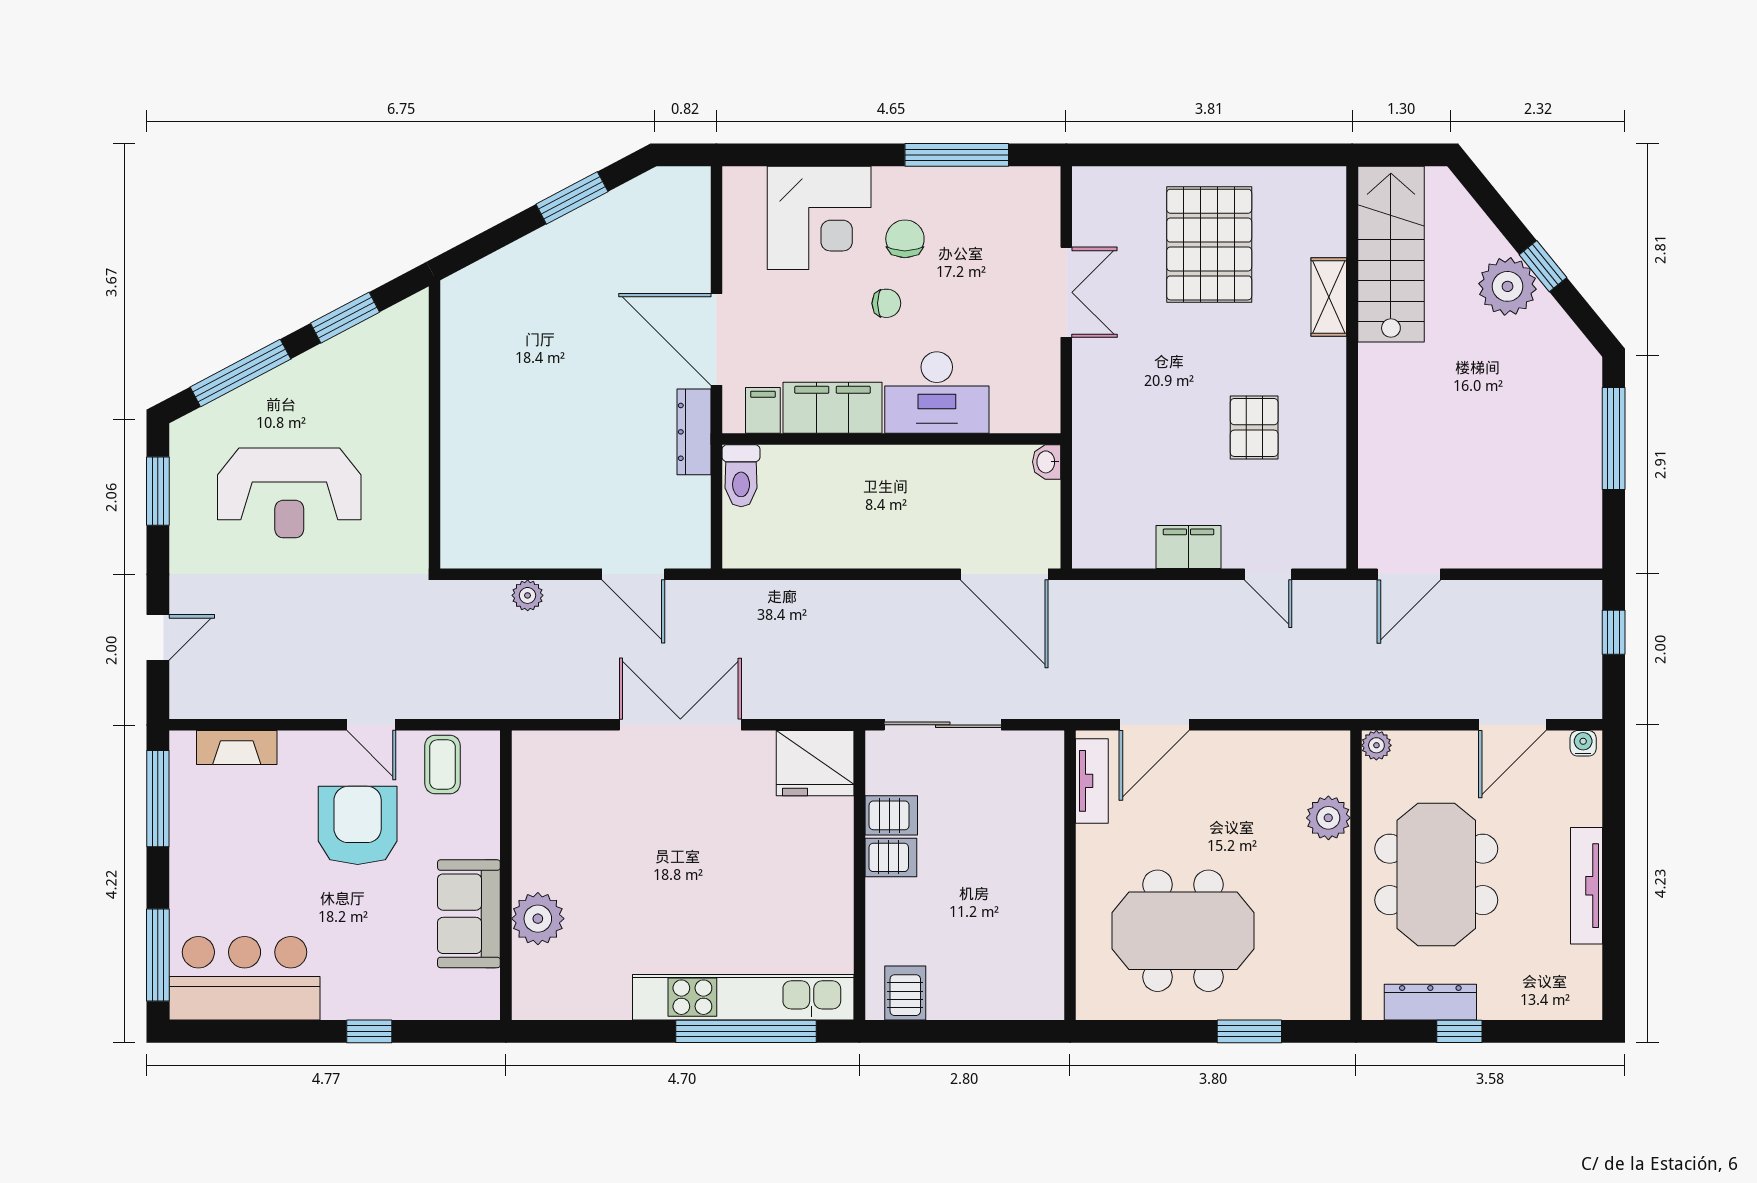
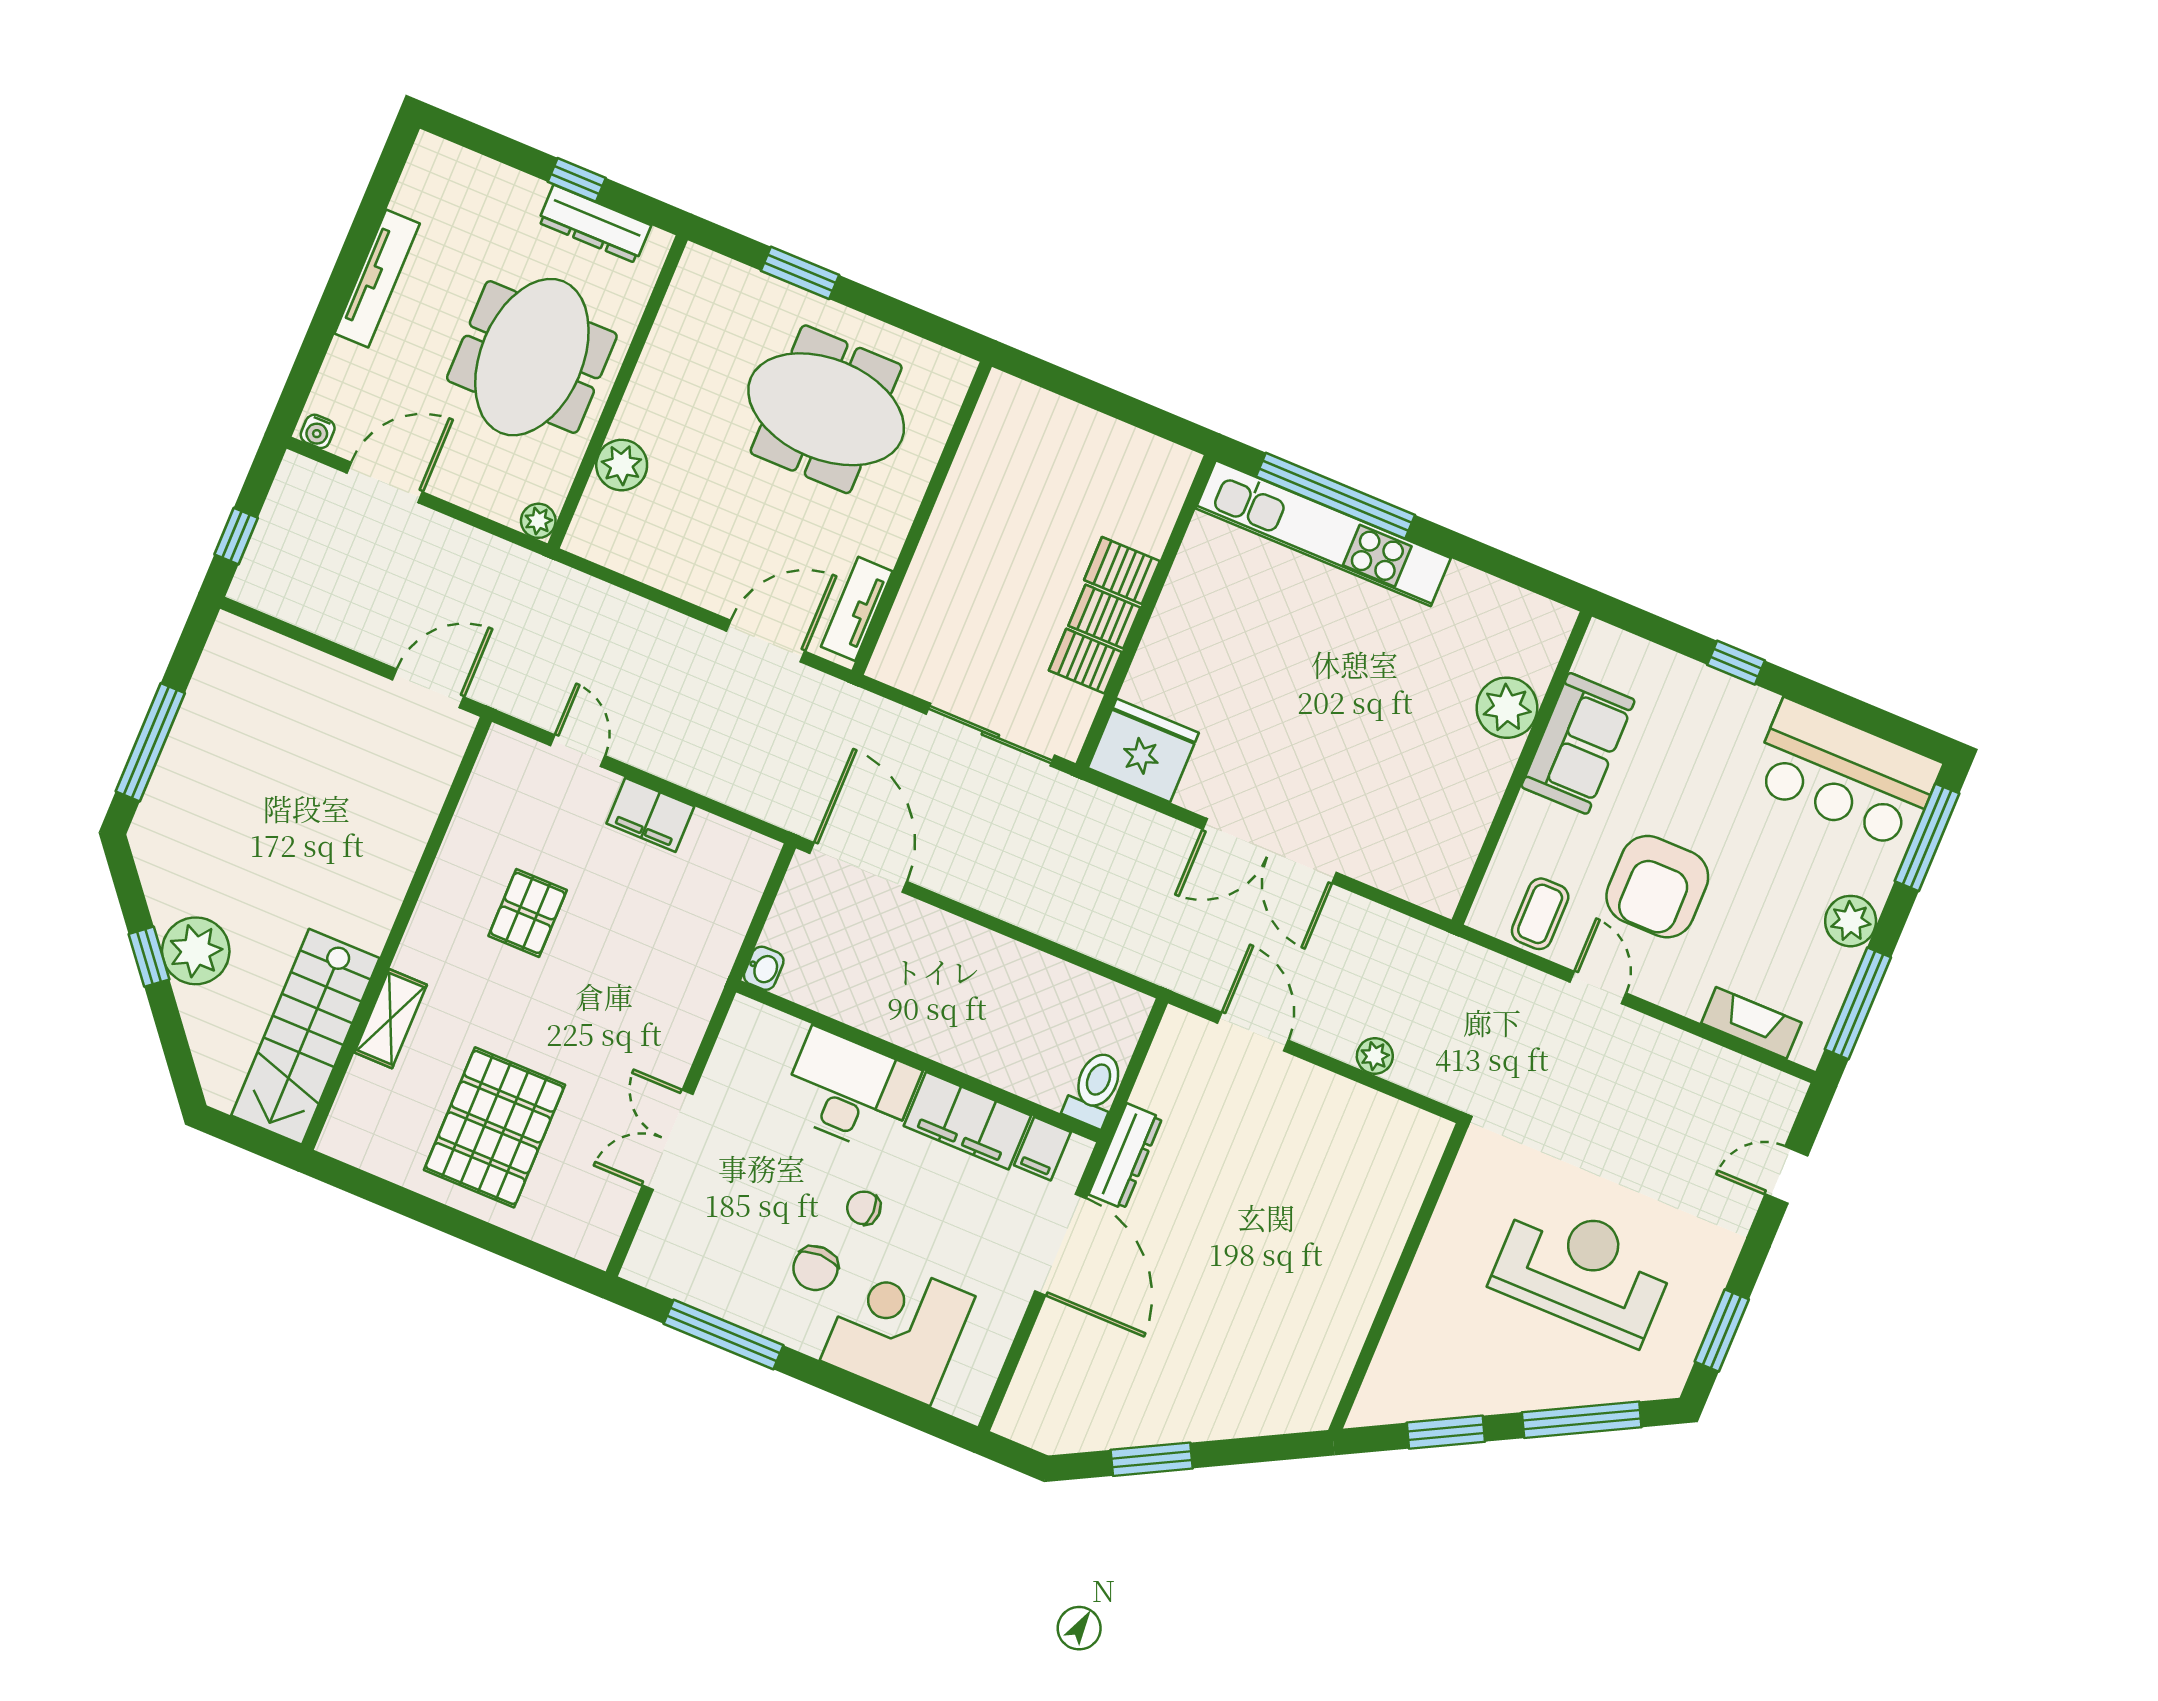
plant: (191, 862) -> (1851, 921), added
server rack: (905, 993) -> (1122, 571), moved, turned 90

